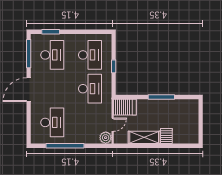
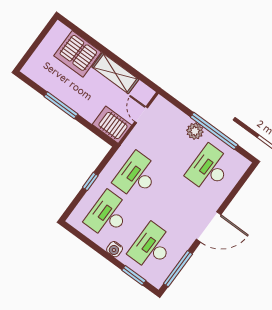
water cooler: (72, 38) -> (115, 249), added
door: (113, 125) -> (141, 115), hinge flipped
server rack: (166, 136) -> (78, 54), width x2.18, depth x1.44
plant: (106, 138) -> (195, 131), moved

